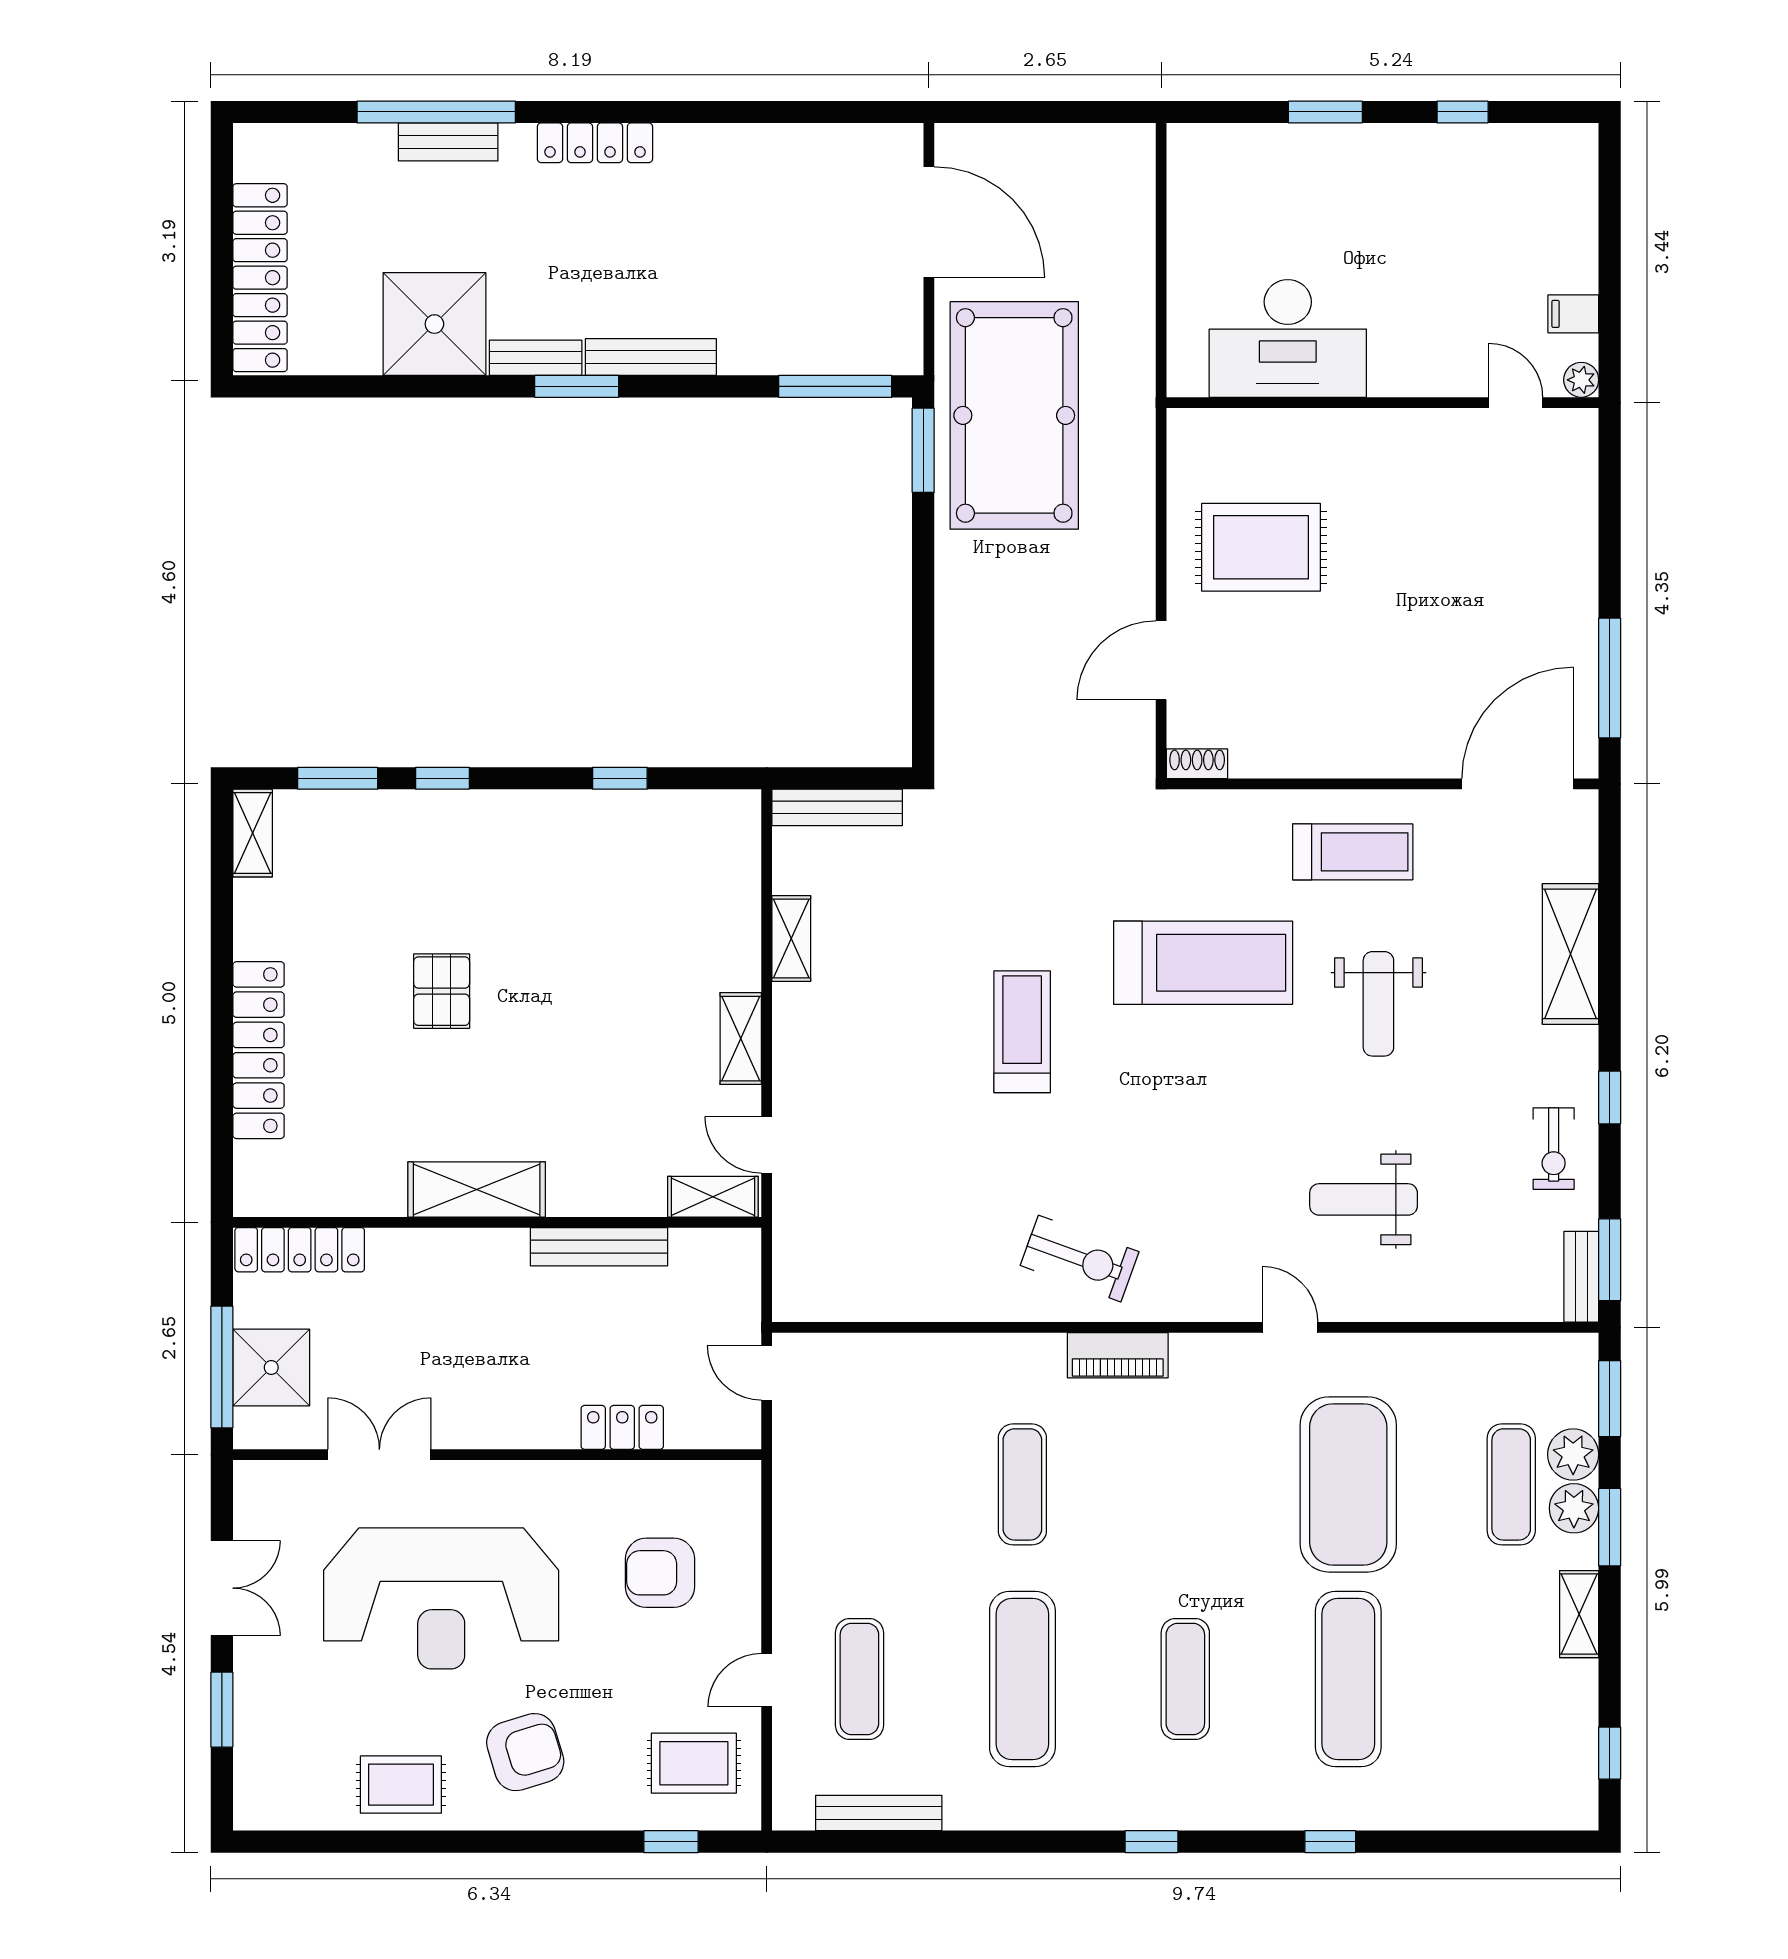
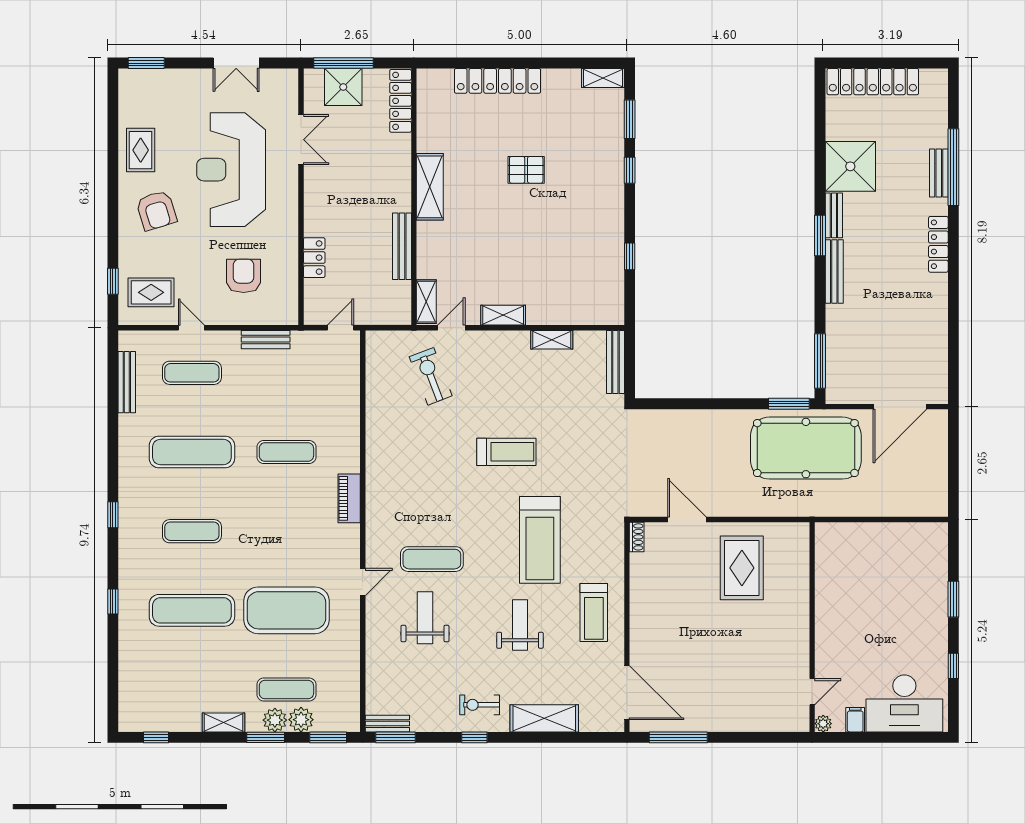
desk: (1288, 338) -> (904, 703), moved, turned -90
weight bench: (1378, 1004) -> (520, 625), turned 90
exercise bike: (1554, 1149) -> (480, 705), moved
exercise mat: (1243, 1185) -> (432, 559), added
exercise bike: (1080, 1259) -> (431, 376), moved, turned 139
bench: (791, 1527) -> (266, 340), added
window: (222, 1710) -> (146, 63), moved
rug: (694, 1763) -> (151, 292), turned 90

